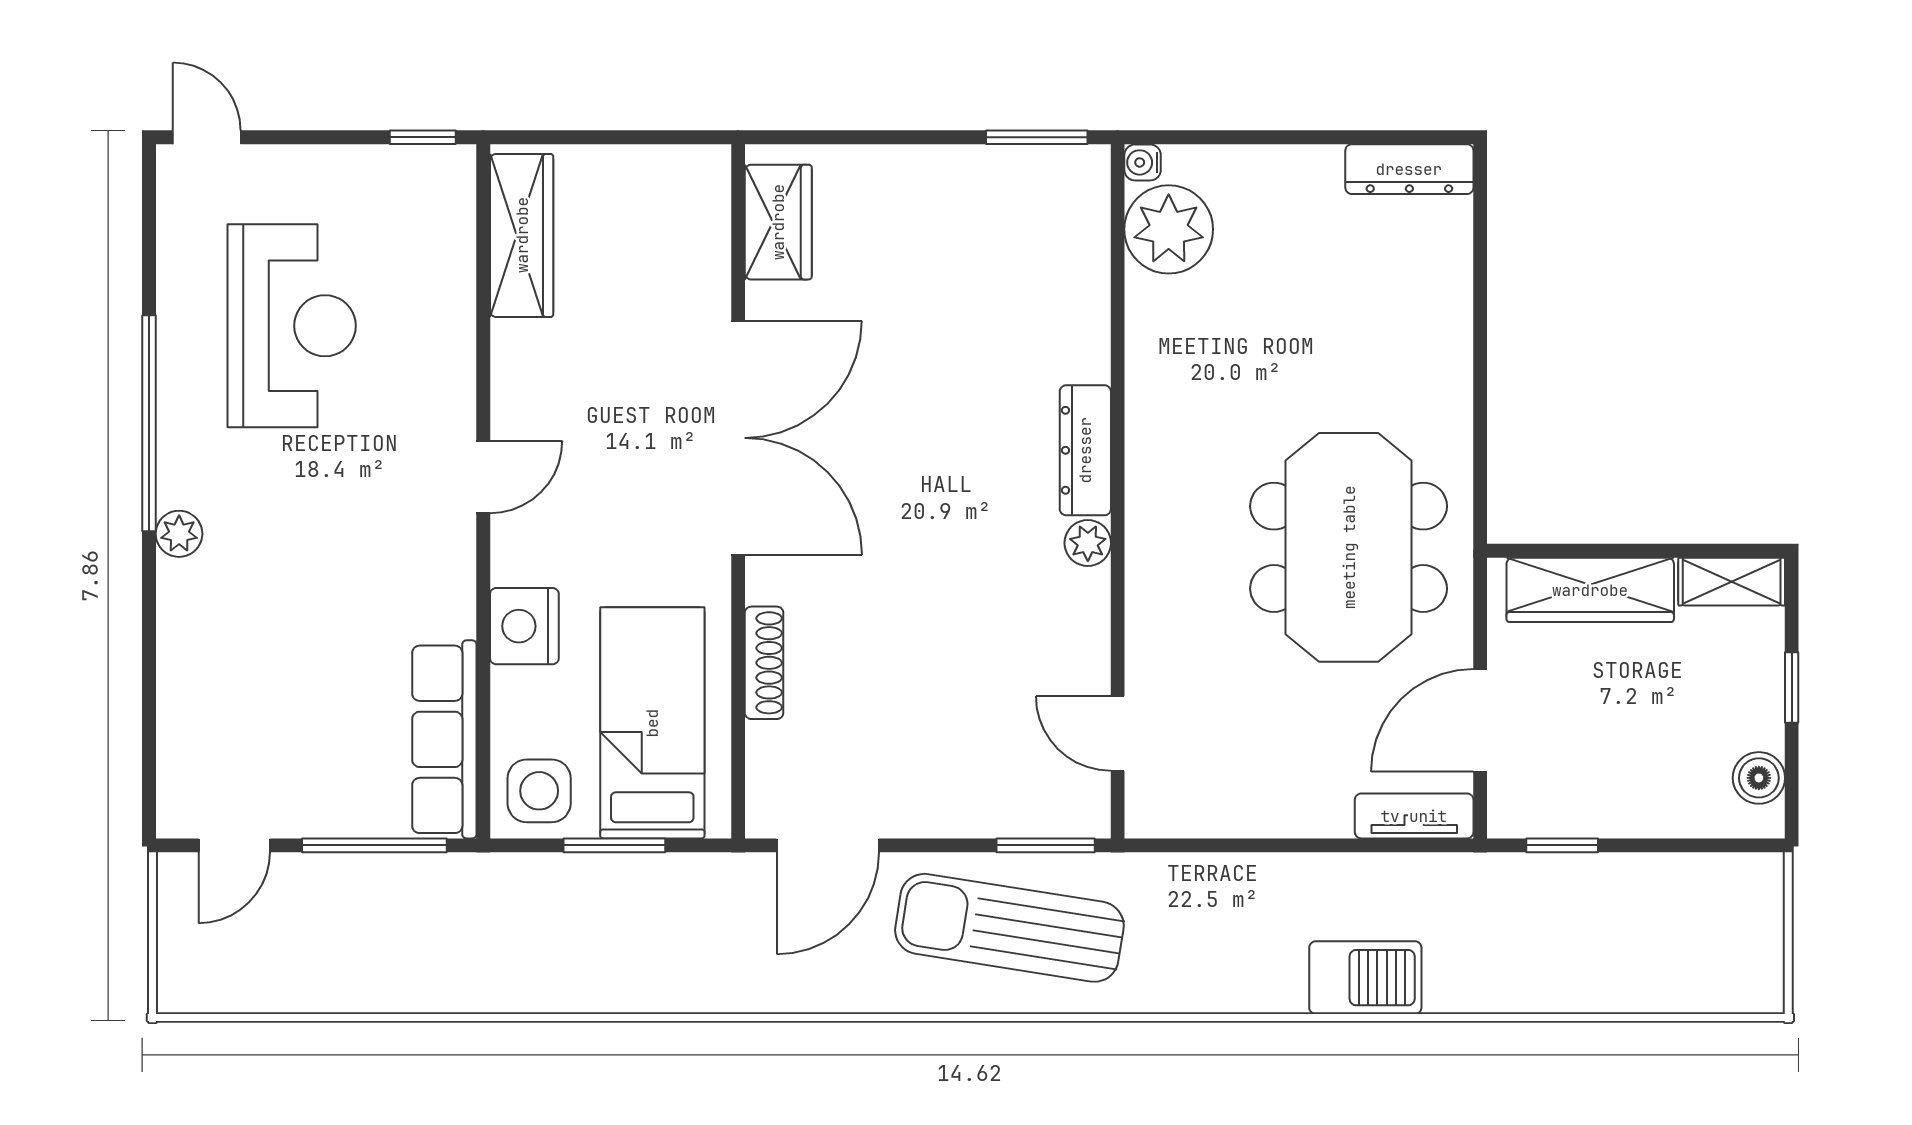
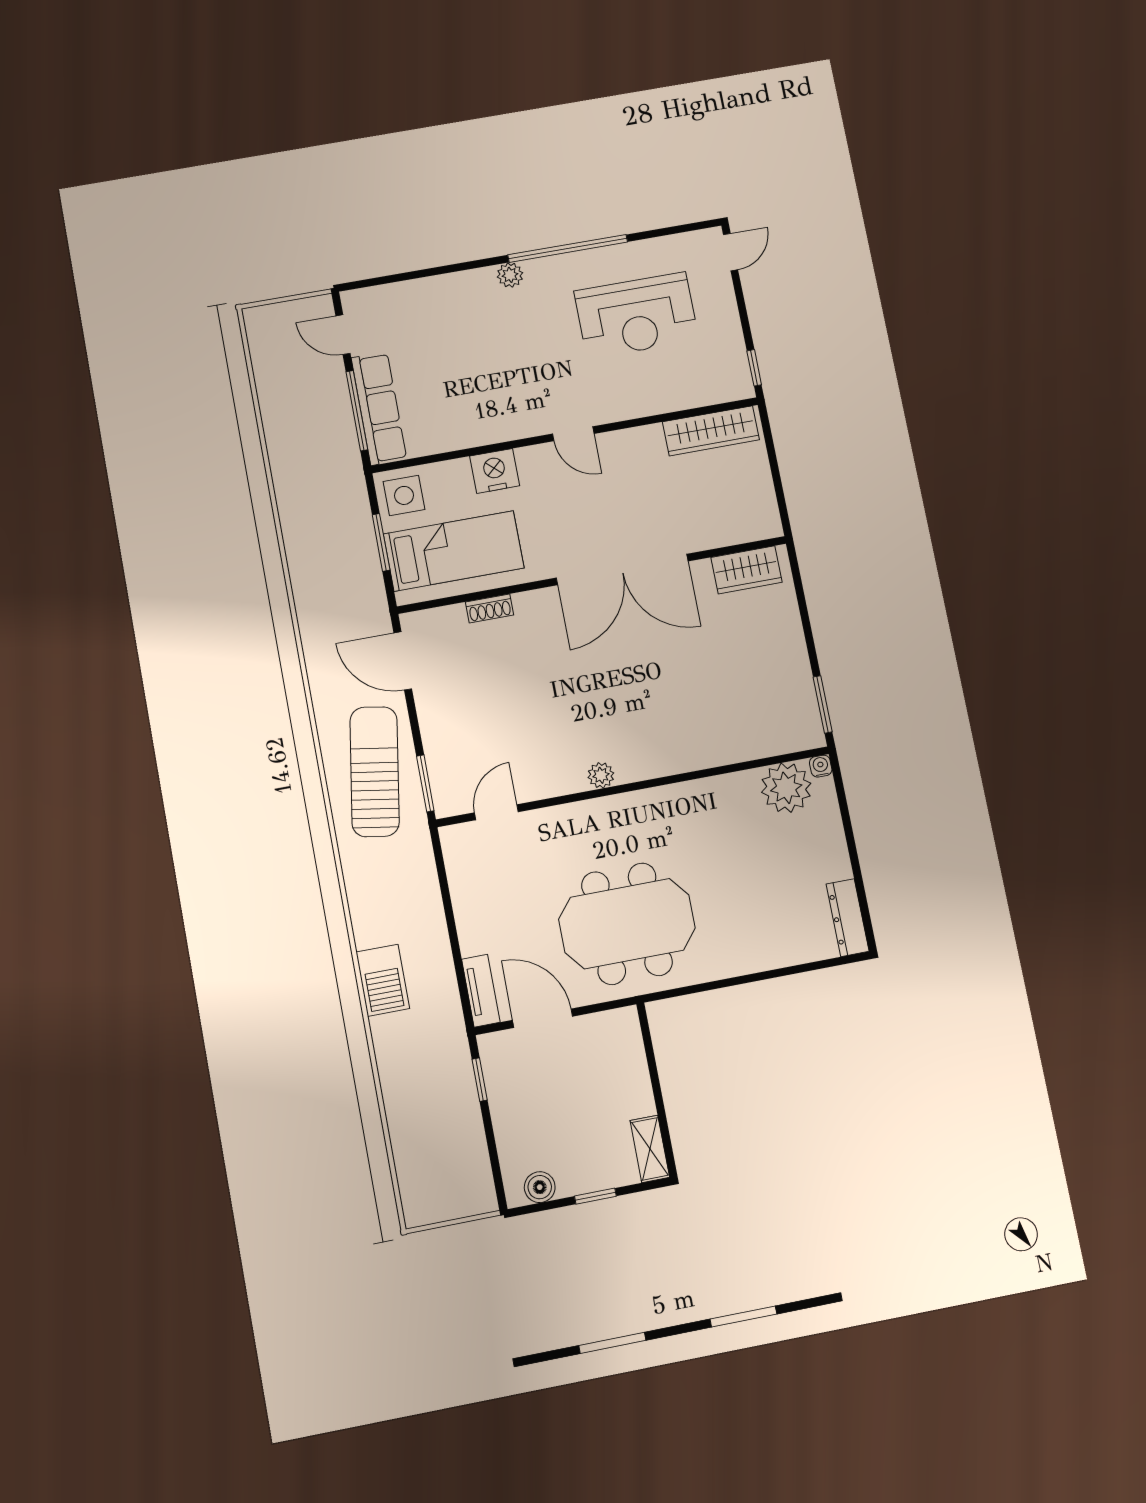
dresser: (1085, 450) -> (653, 764), removed
wardrobe: (1590, 590) -> (629, 1068), removed
shoe rack: (764, 663) -> (490, 608), width x0.70
row of seats: (444, 739) -> (379, 408), moved, turned 90

